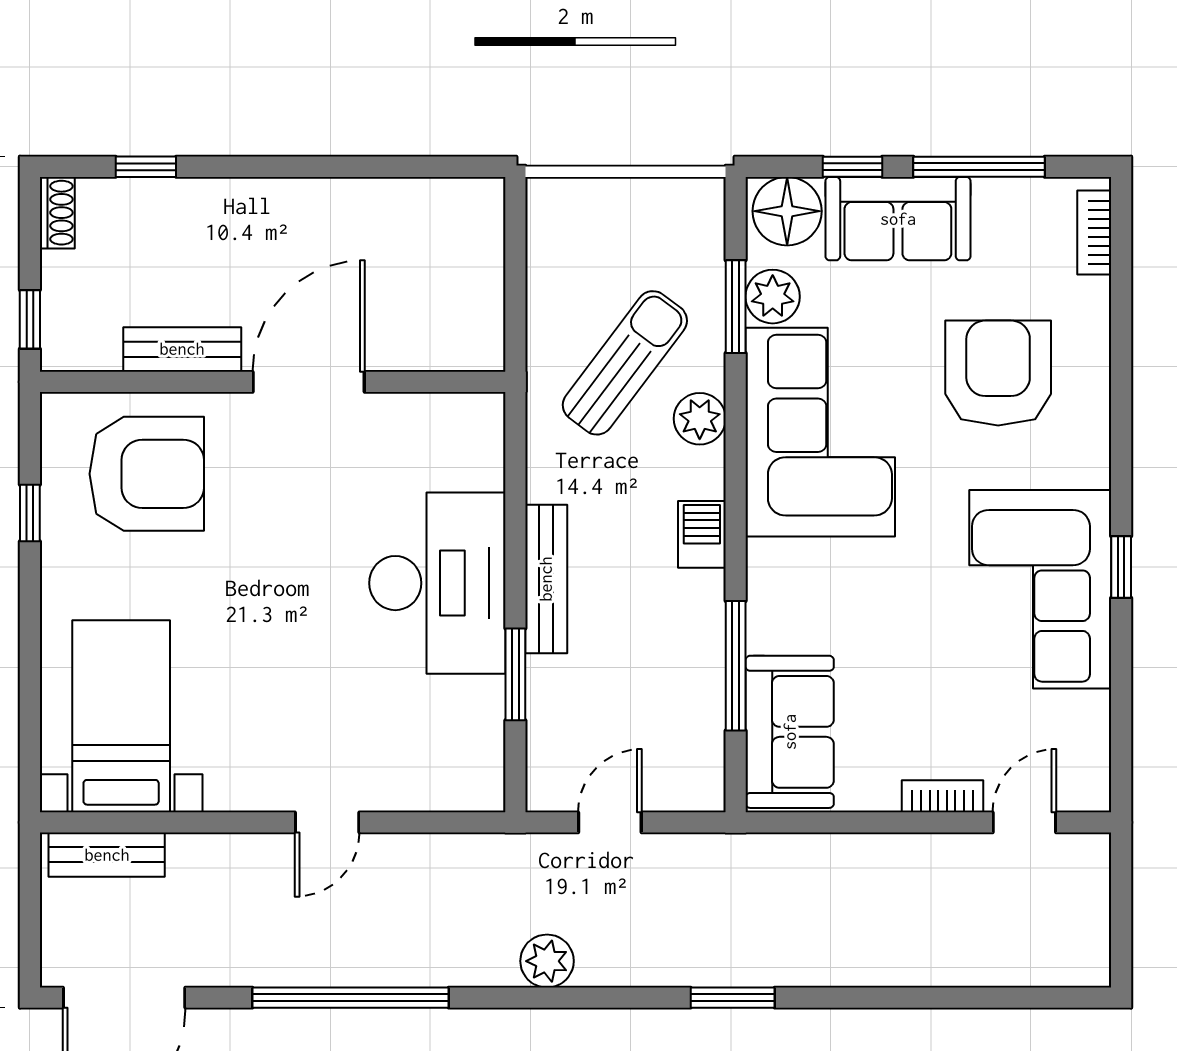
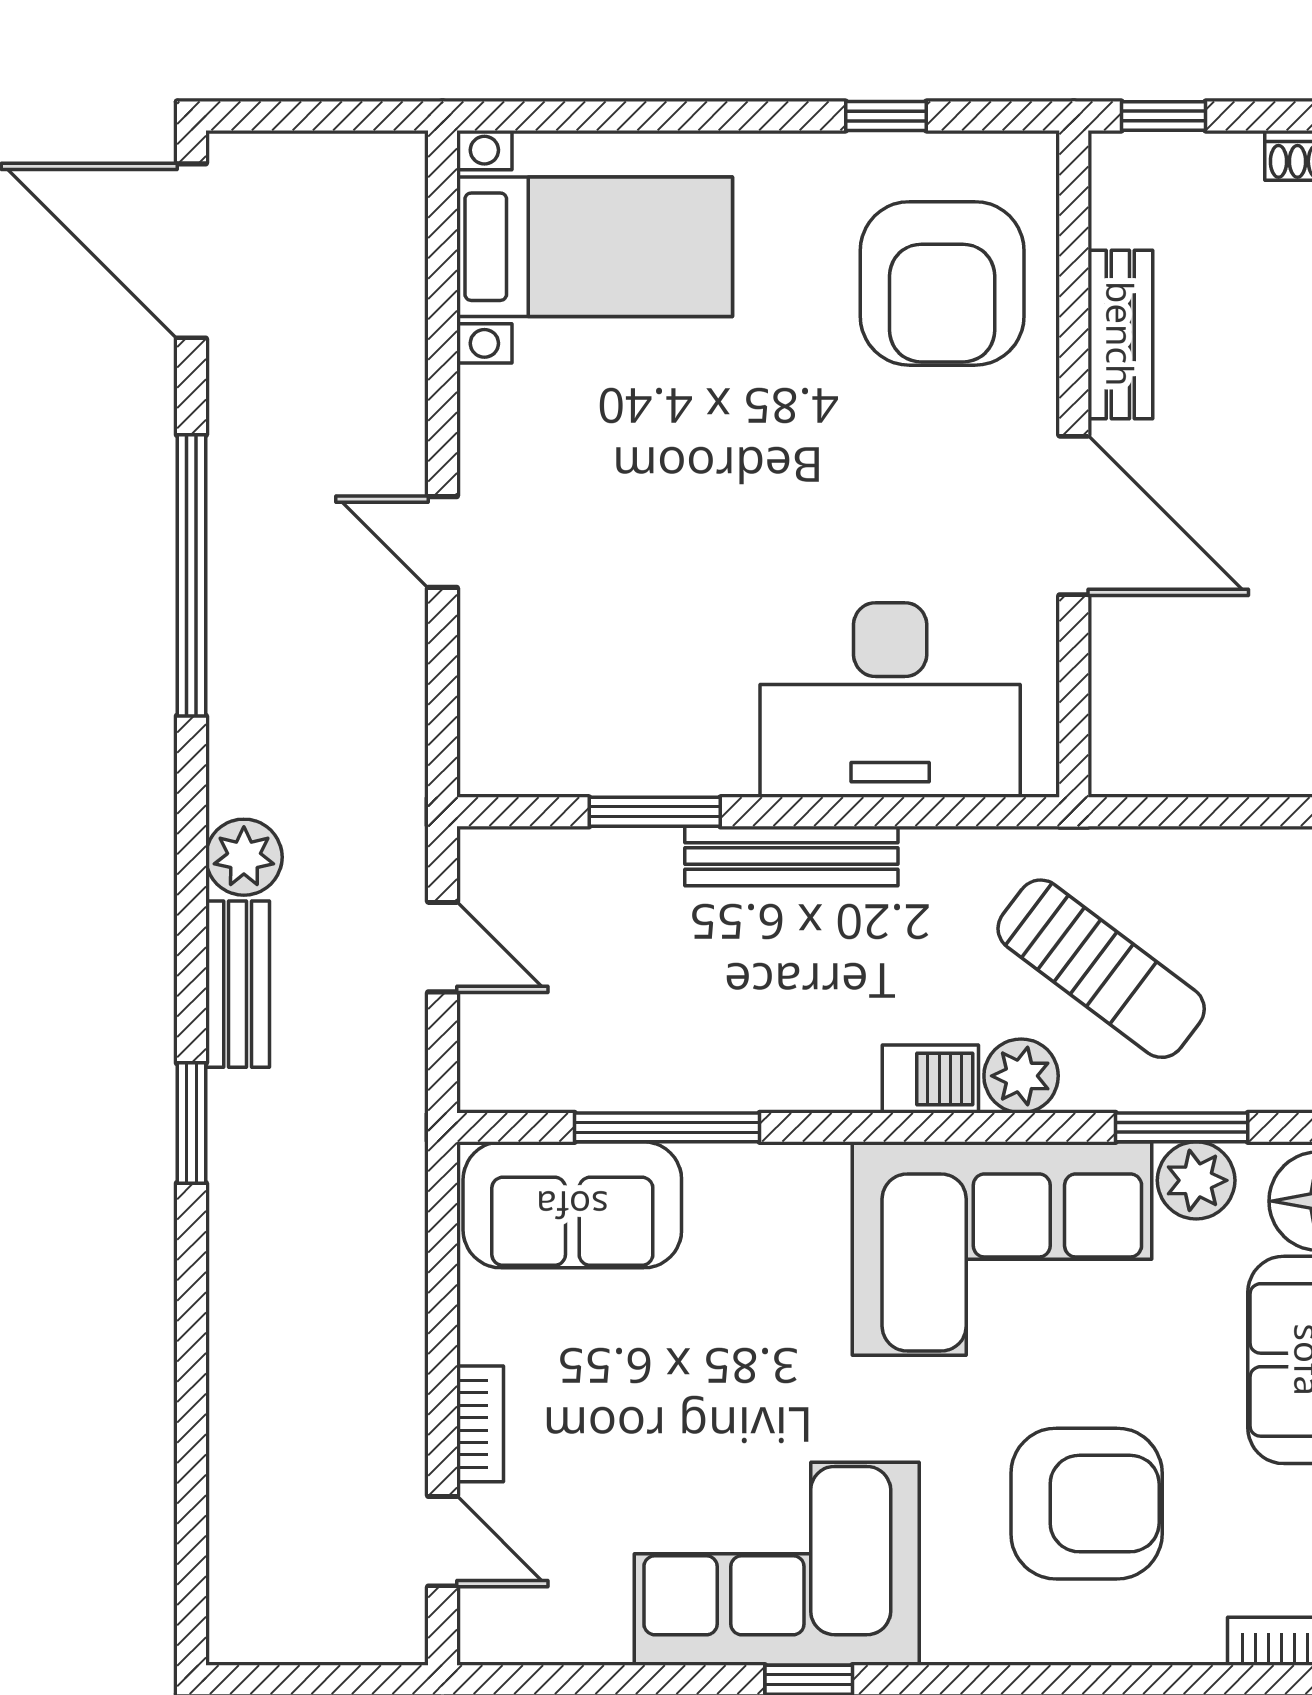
barbecue: (702, 534) -> (930, 1079), moved
desk: (437, 583) -> (890, 700), moved
bench: (107, 855) -> (238, 984), moved

